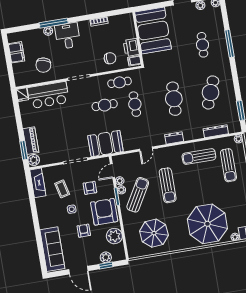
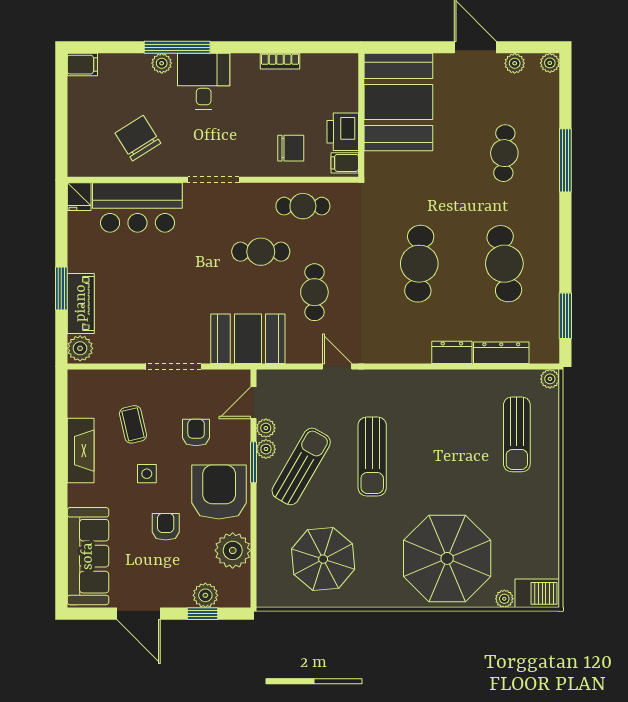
filing cabinet: (17, 52) -> (82, 65), moved, width x0.50
chair: (43, 65) -> (138, 138), turned 133
cafe table: (211, 92) -> (504, 264), turned -30
cafe table: (135, 104) -> (314, 292), moved
dresser: (174, 138) -> (452, 352), moved
door: (146, 149) -> (337, 366), swing flipped
window: (24, 150) -> (61, 289), moved
sun lounger: (199, 157) -> (454, 403), removed
fireplace: (38, 183) -> (81, 451), moved

